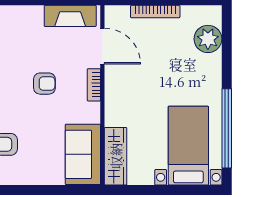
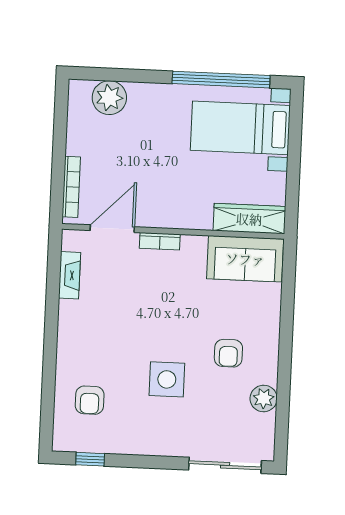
bookcase: (155, 12) -> (71, 187), moved
fireplace: (70, 16) -> (70, 275), width x0.73, depth x0.76
armchair: (44, 84) -> (155, 302), removed

